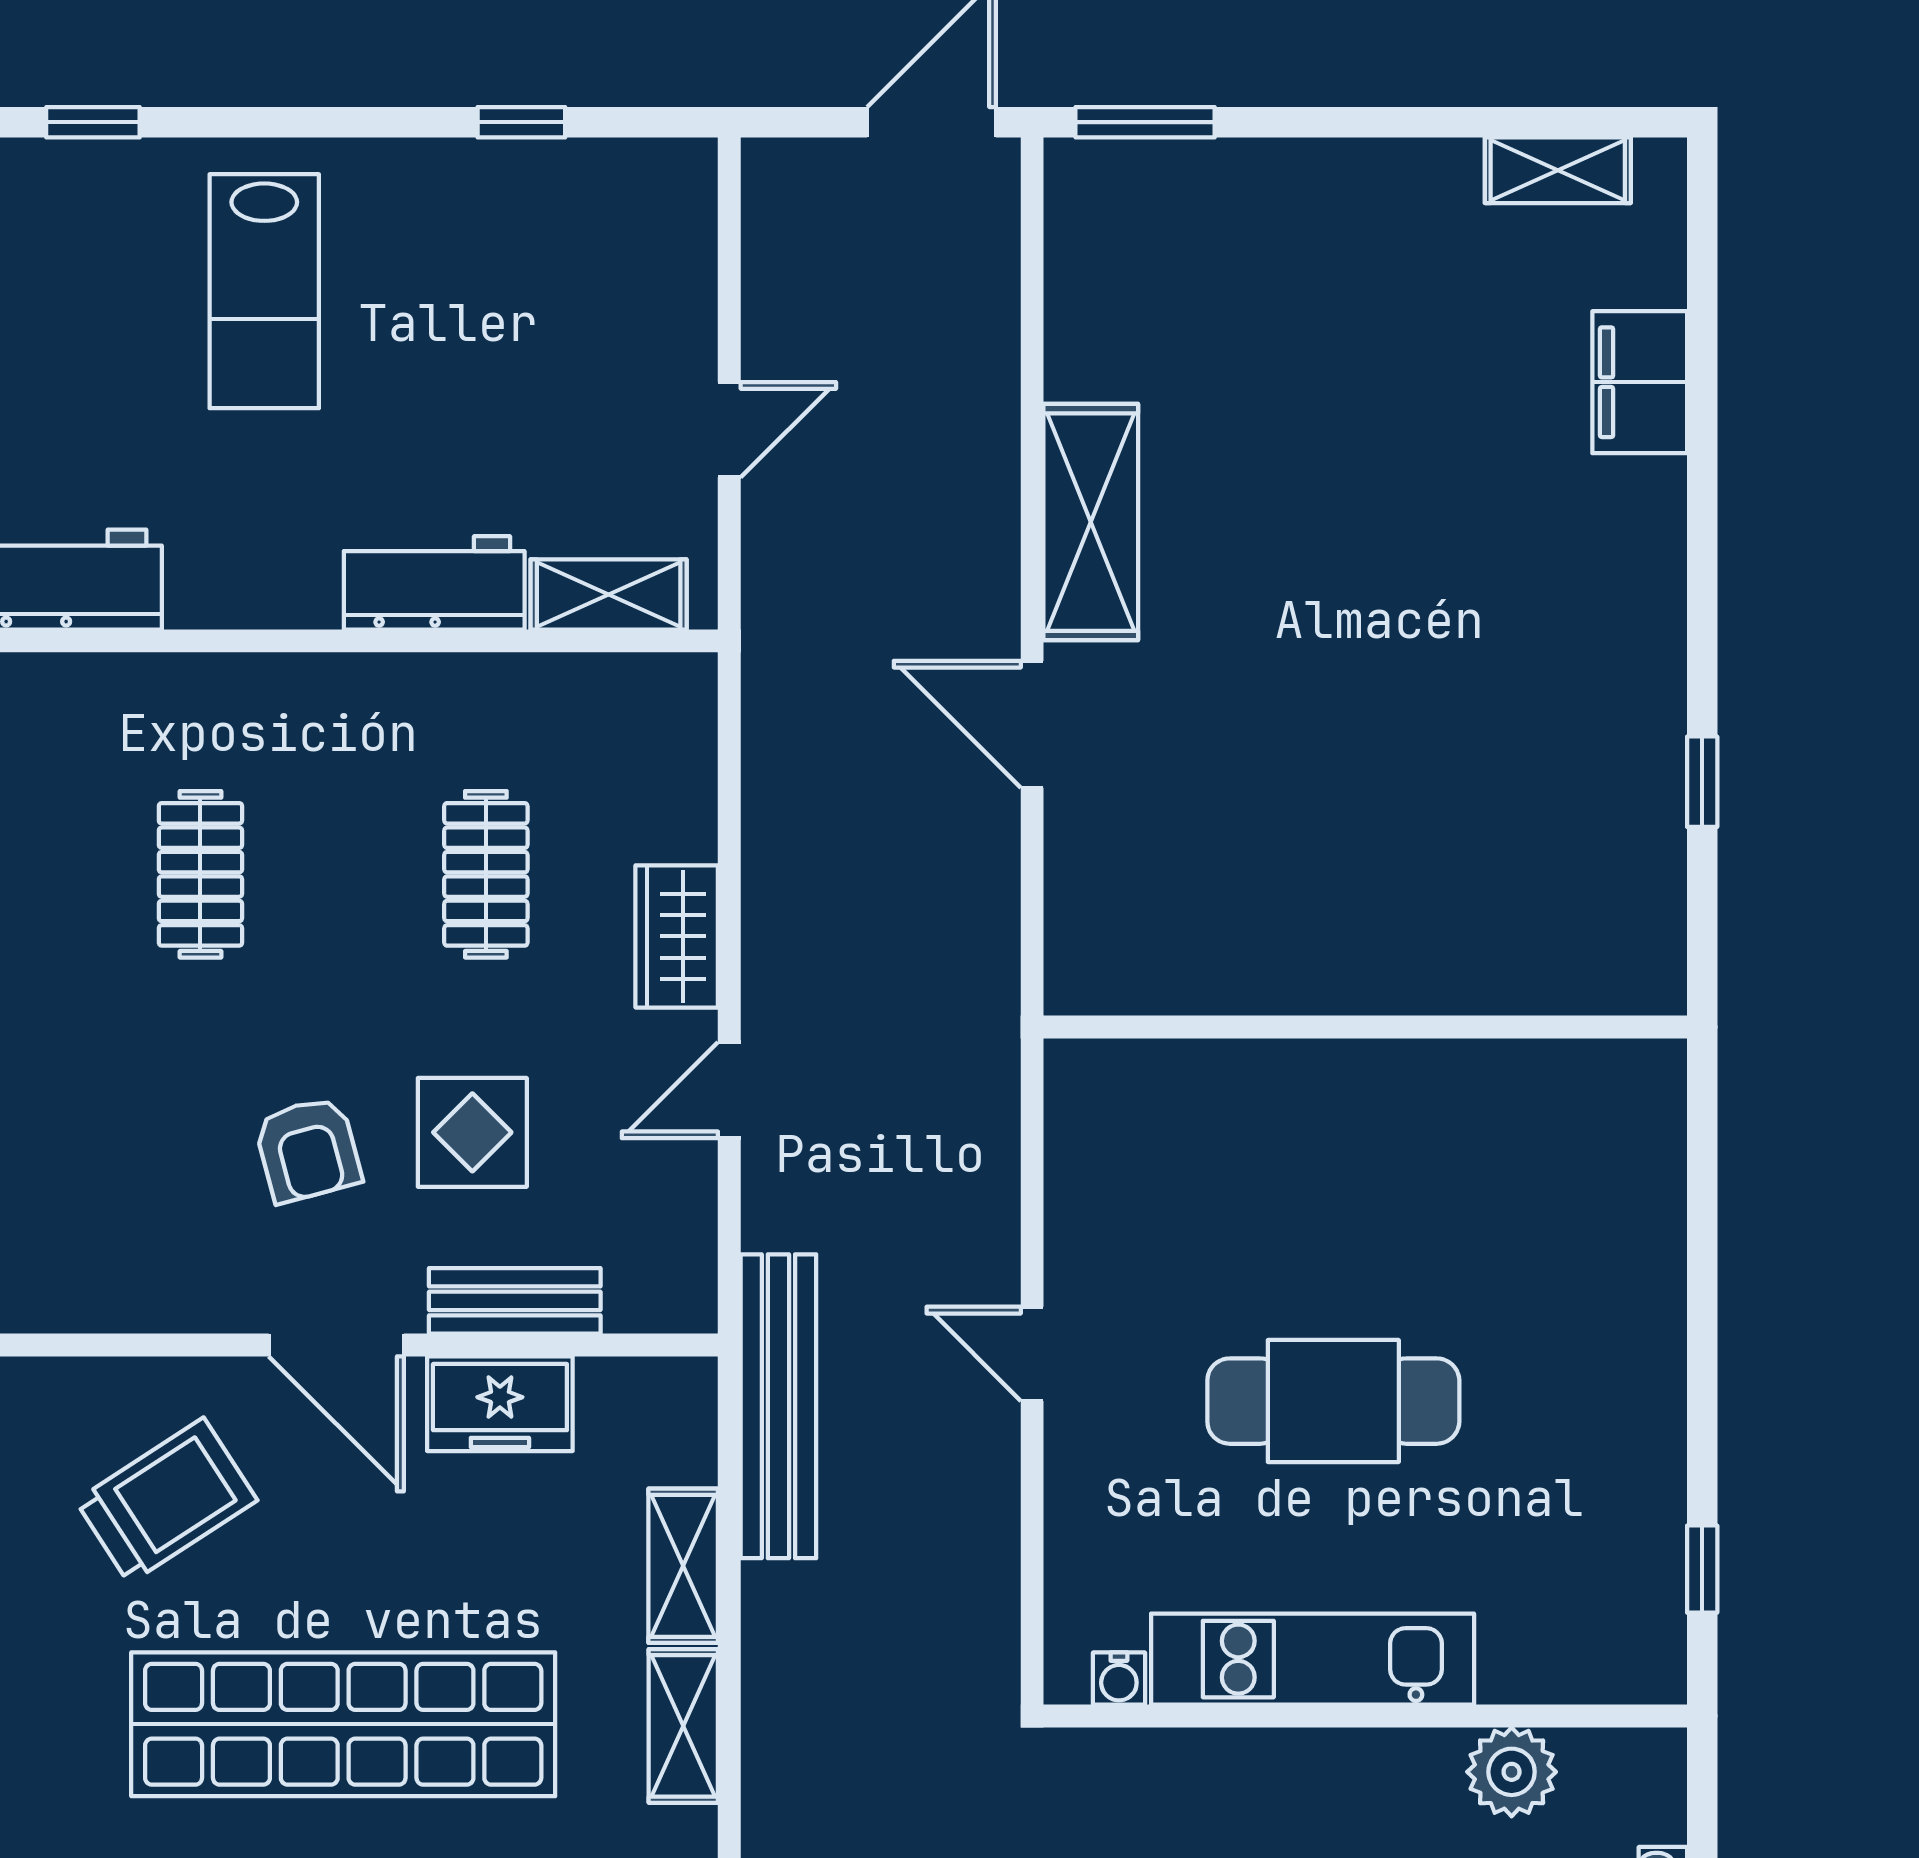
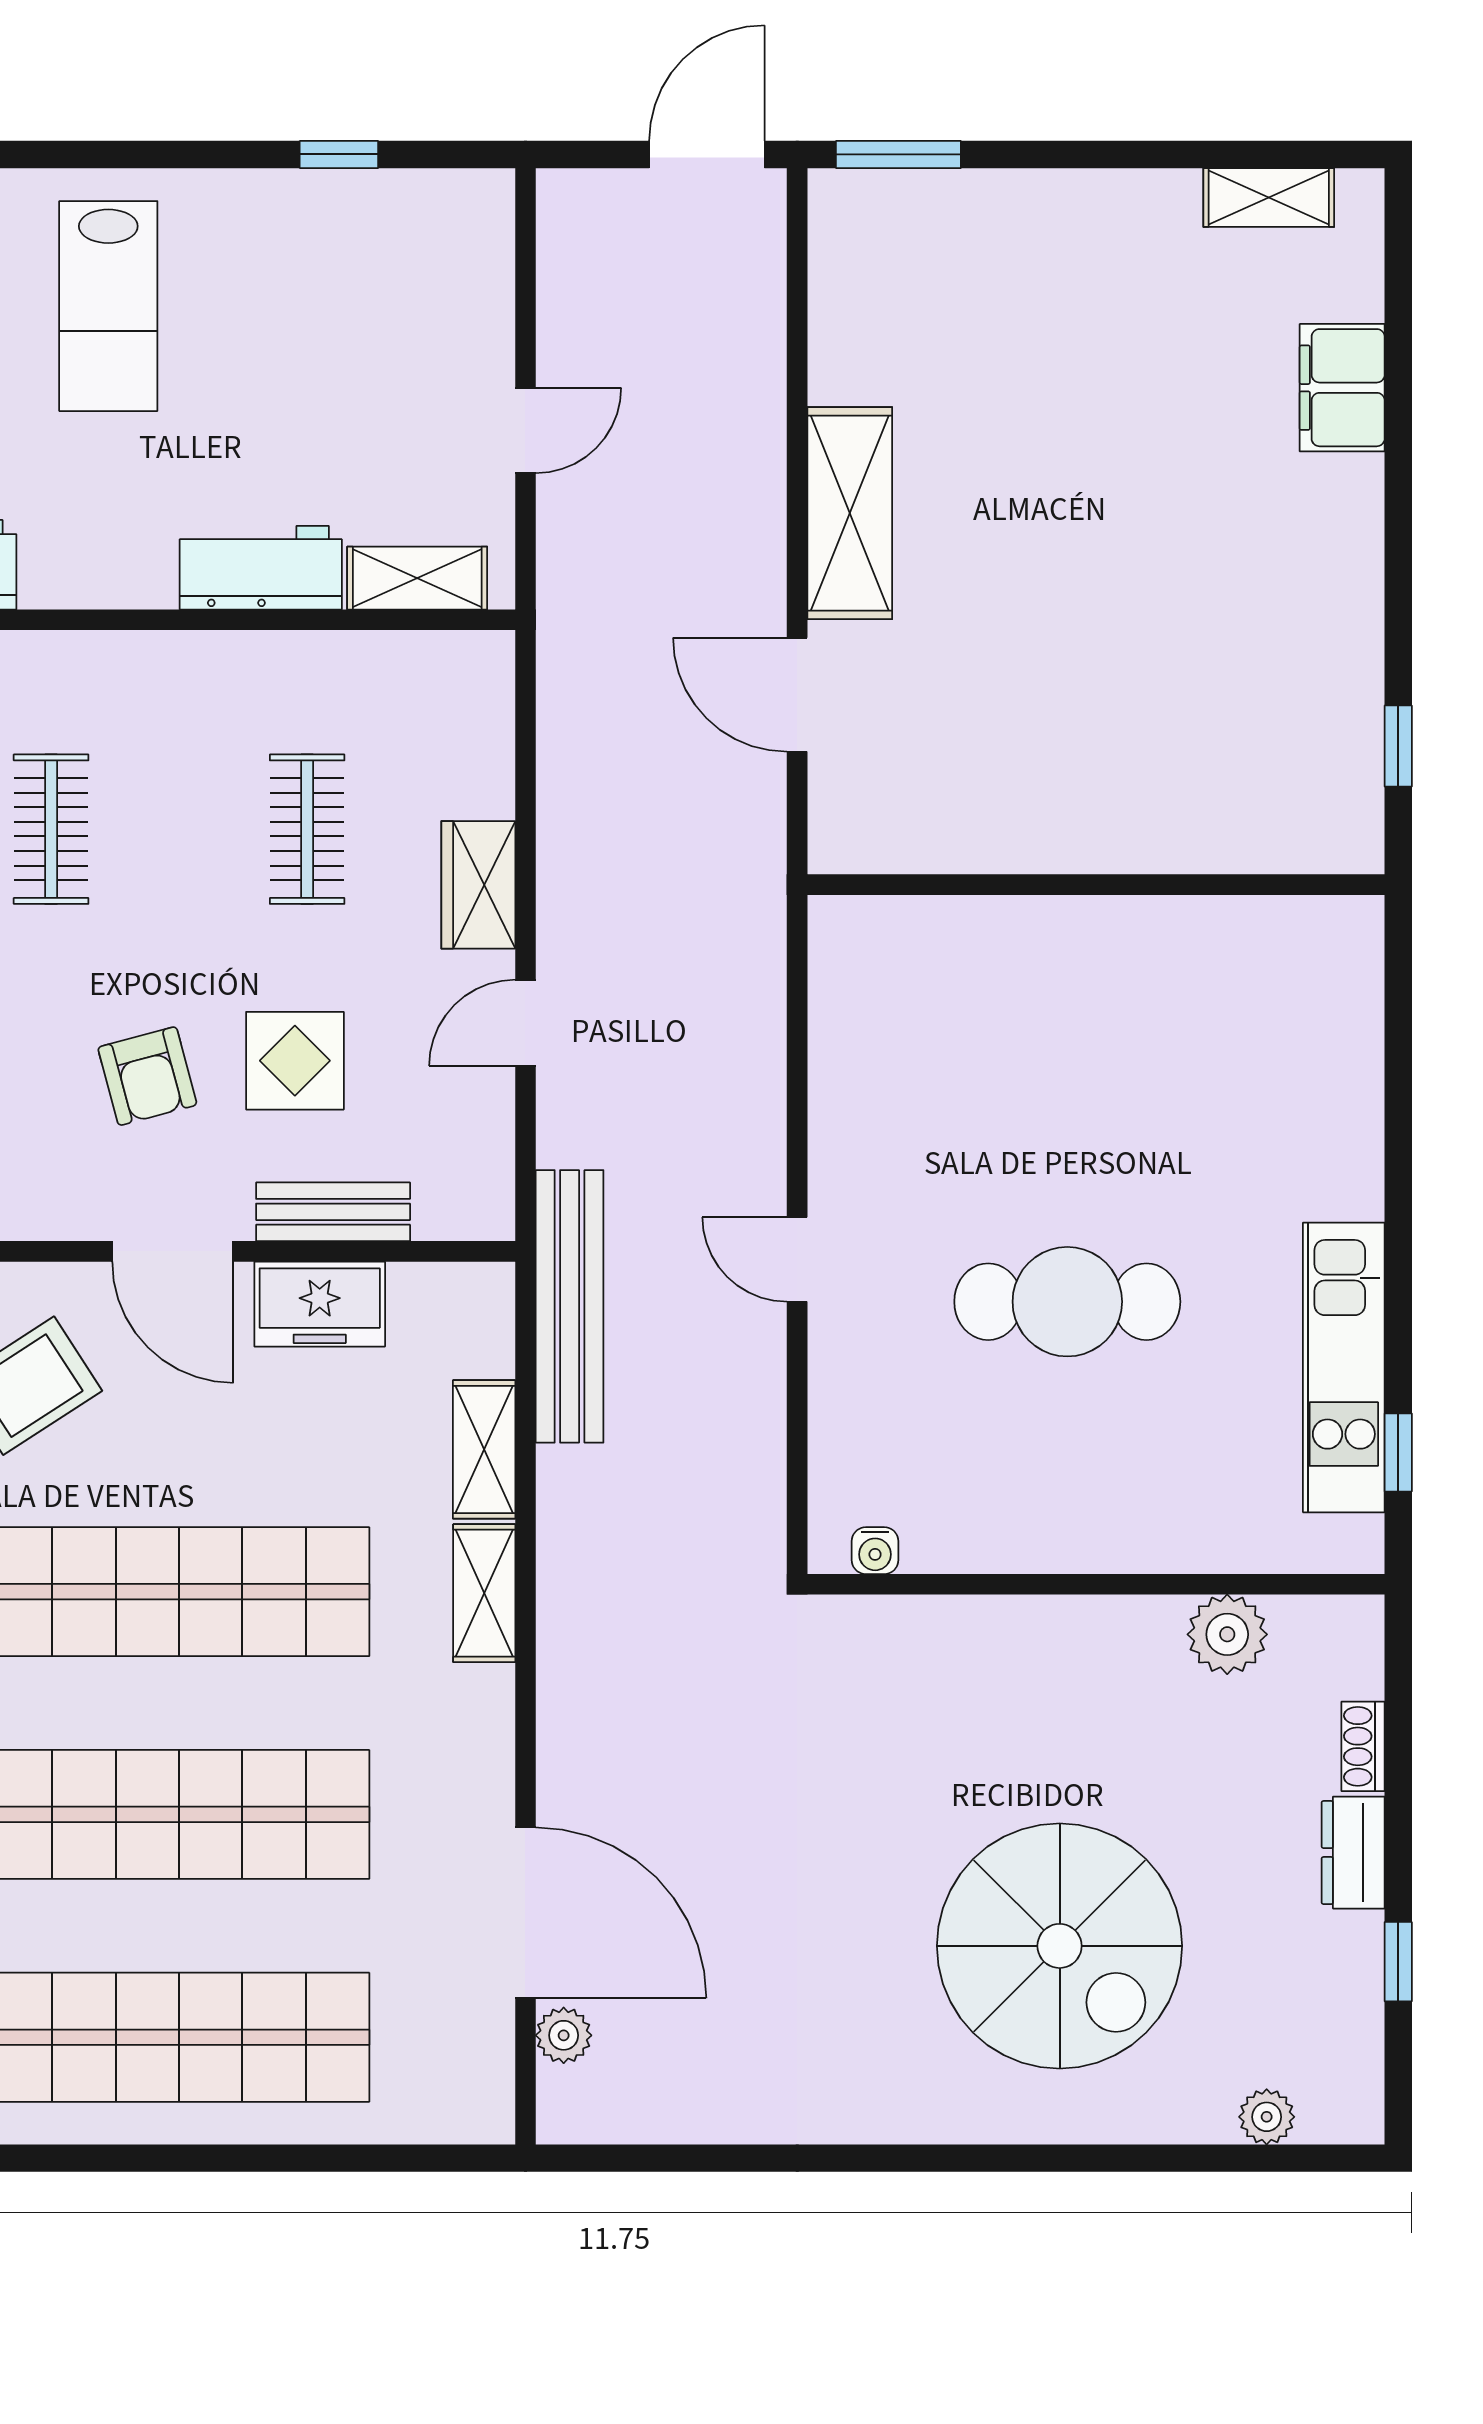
wall: (1365, 1027) -> (1096, 885), moved
kitchen unit: (1313, 1659) -> (1344, 1367), moved, turned -90

